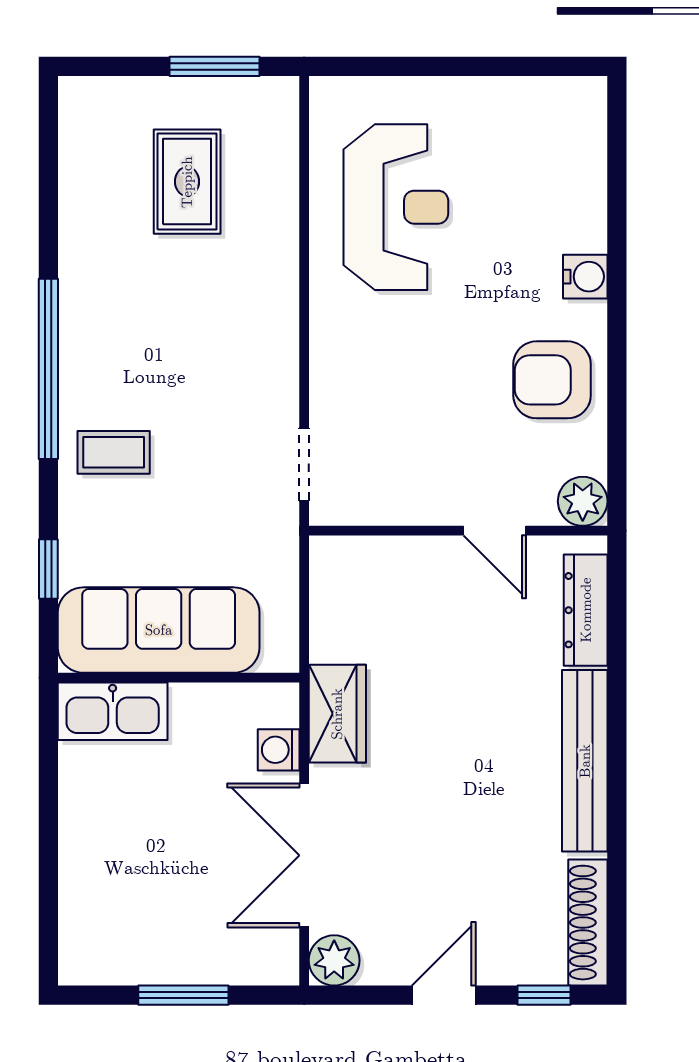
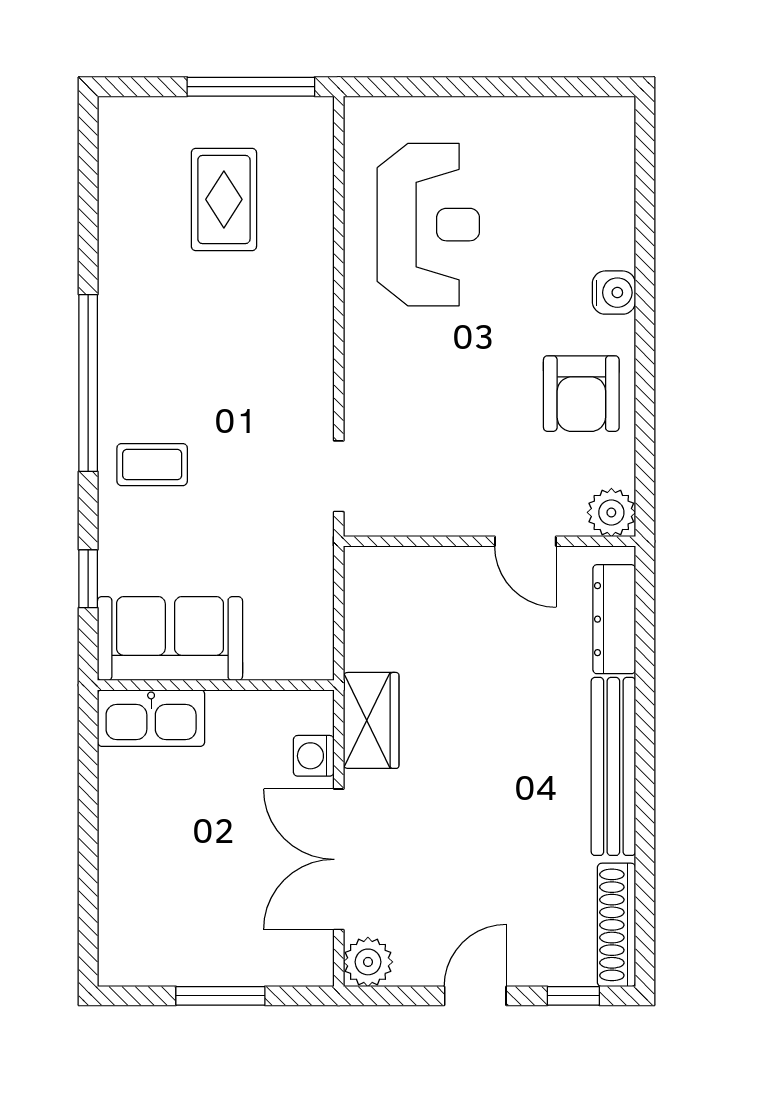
window: (215, 66) -> (251, 87), width x1.44
armchair: (552, 380) -> (581, 394), turned -90
sofa: (159, 630) -> (170, 639), width x0.73

